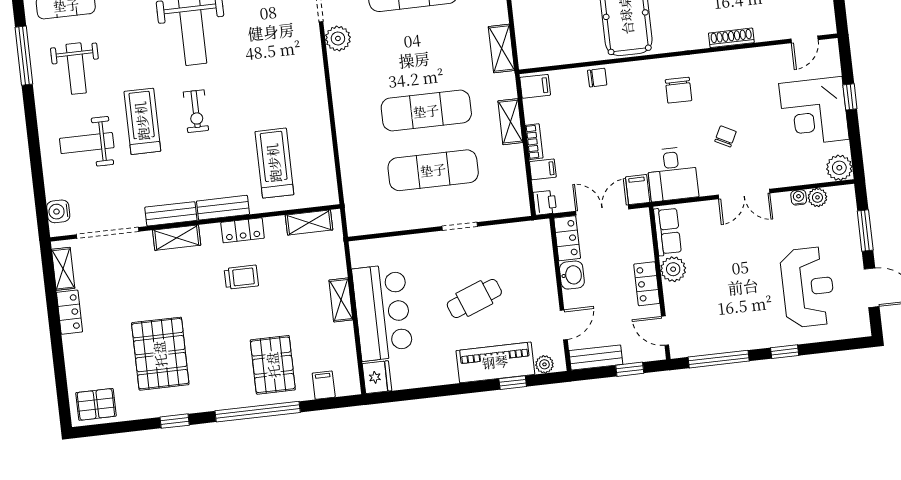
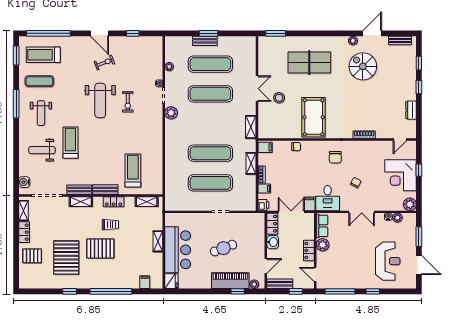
exercise bike: (196, 111) -> (128, 102), moved
pallet: (273, 365) -> (100, 248), moved, turned 90
pallet: (96, 404) -> (32, 256), moved

